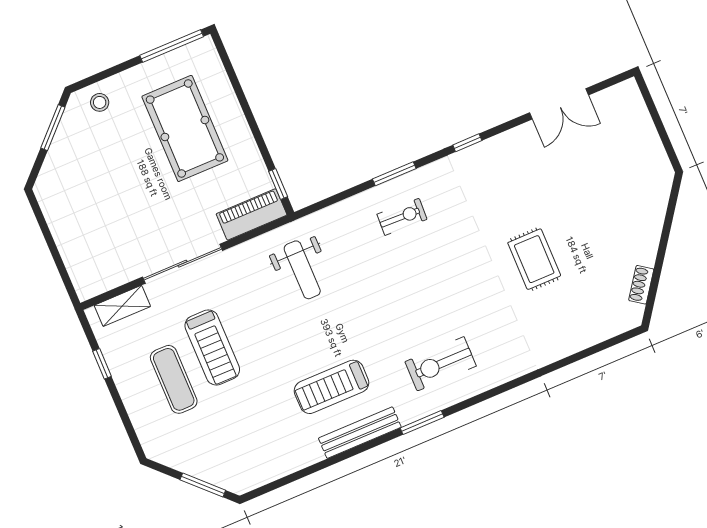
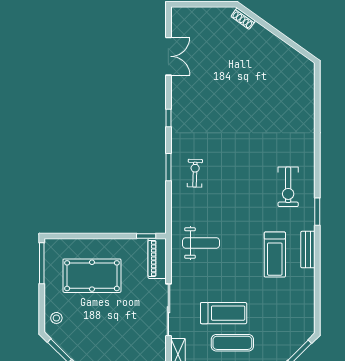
rug: (534, 259) -> (251, 108), removed
shoe rack: (641, 285) -> (243, 19), moved
bench: (360, 433) -> (308, 250), width x0.73

